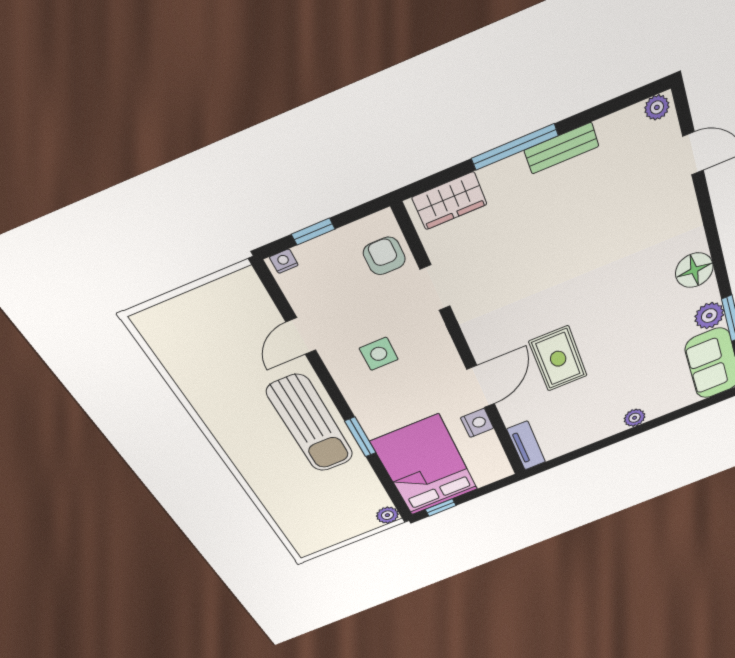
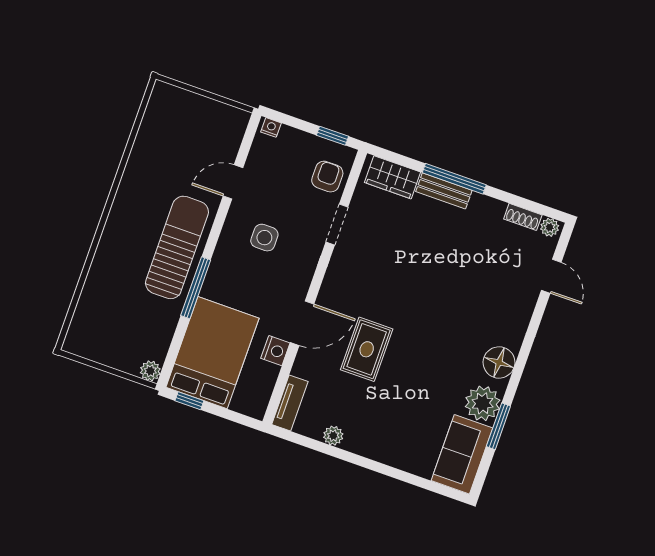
shoe rack: (620, 122) -> (523, 217), added
bench: (562, 148) -> (444, 191), moved
window: (313, 232) -> (332, 136), moved
plant: (709, 316) -> (483, 403), width x1.36, depth x1.36
plant: (635, 418) -> (333, 436), moved
sun lounger: (311, 424) -> (177, 247), turned 180
window: (360, 437) -> (196, 288), width x1.44

